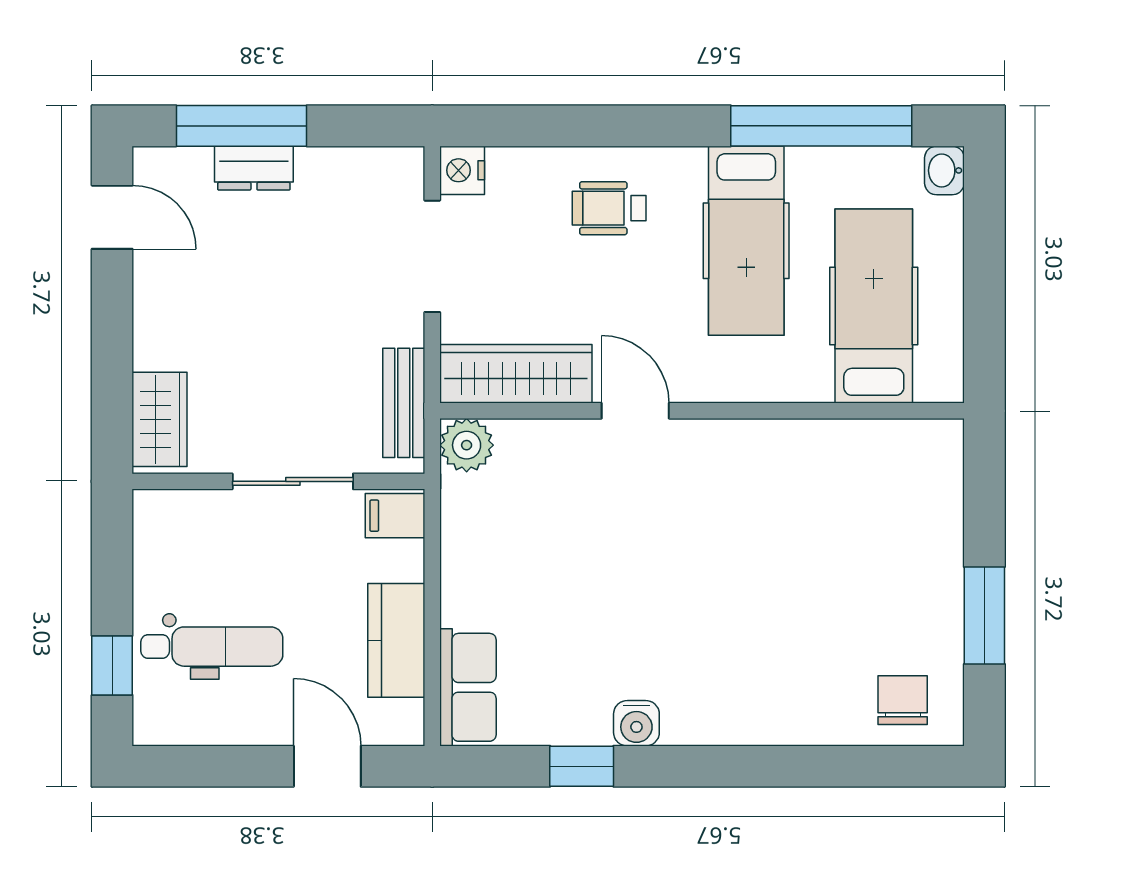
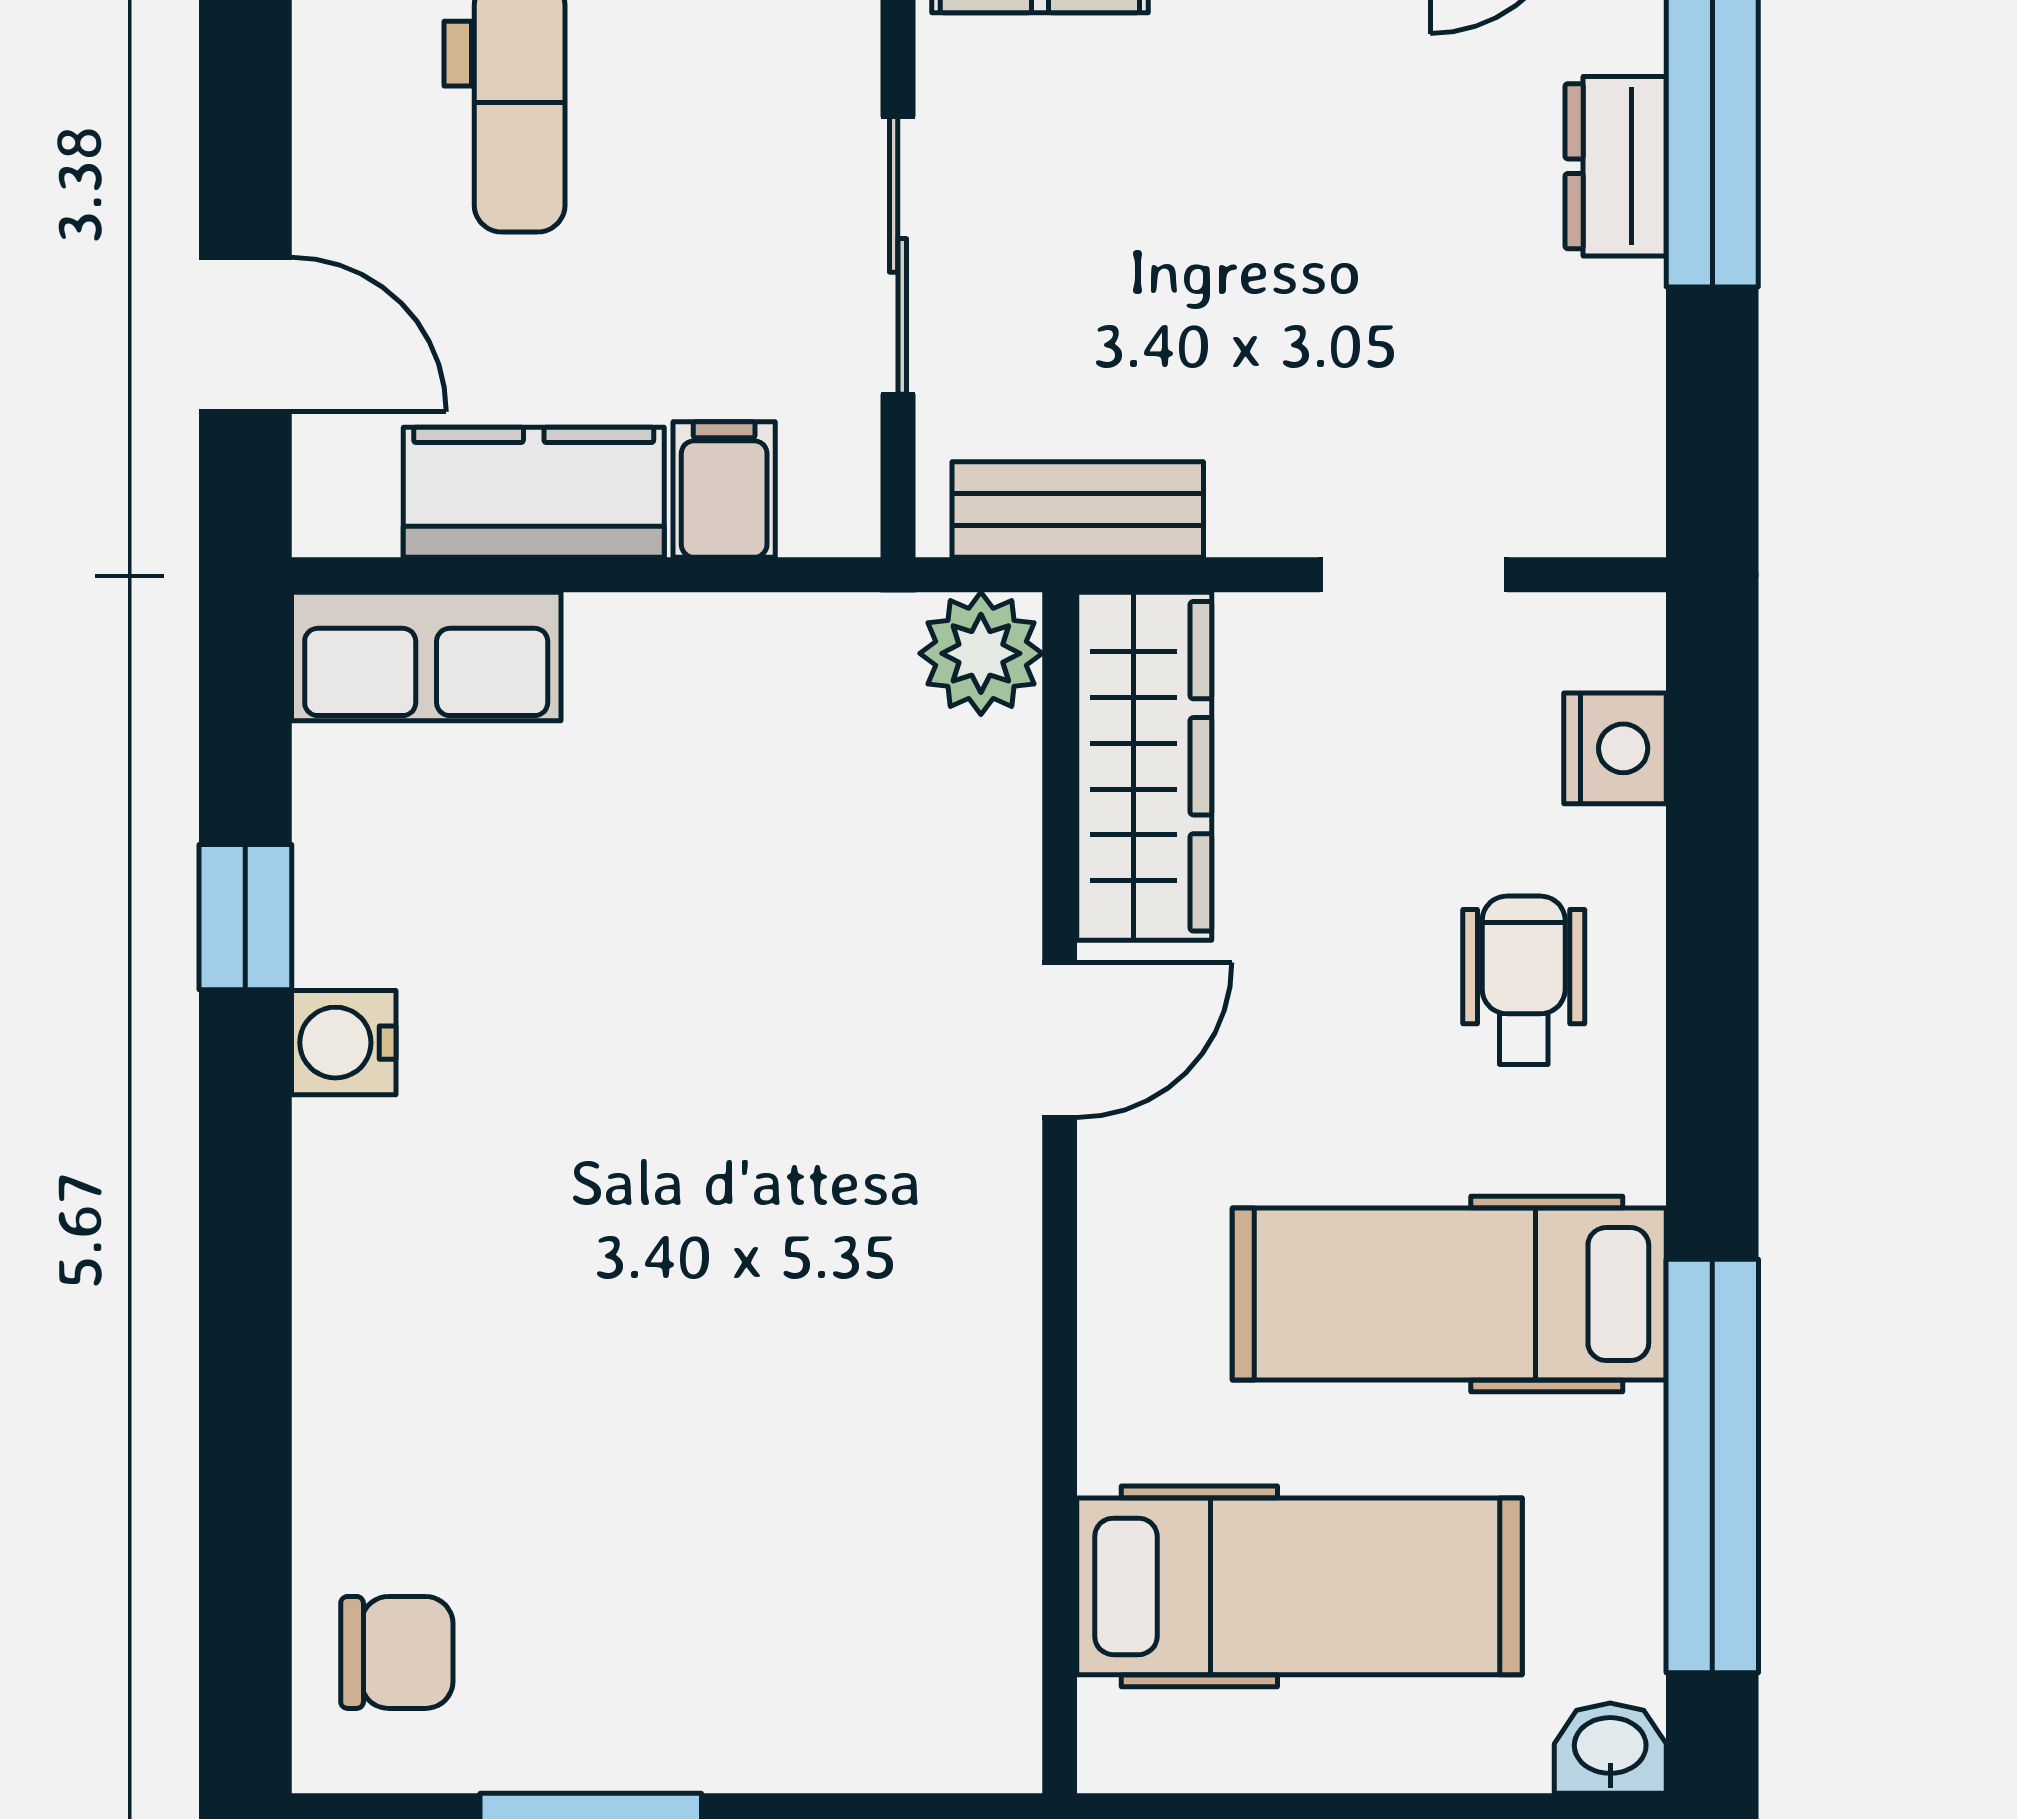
nightstand: (462, 170) -> (1615, 748), moved, turned 90
doorway: (432, 256) -> (1413, 575), width x0.73
filing cabinet: (395, 516) -> (724, 490), moved
door: (327, 766) -> (245, 335), hinge flipped

